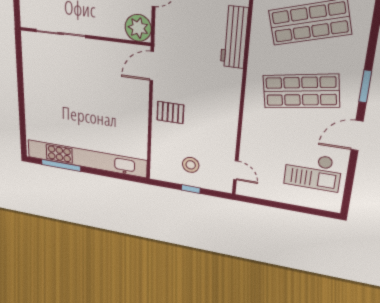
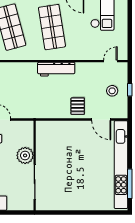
plant: (138, 28) -> (25, 155), moved
workbench: (234, 37) -> (56, 69), moved
door: (152, 66) -> (101, 120), moved

